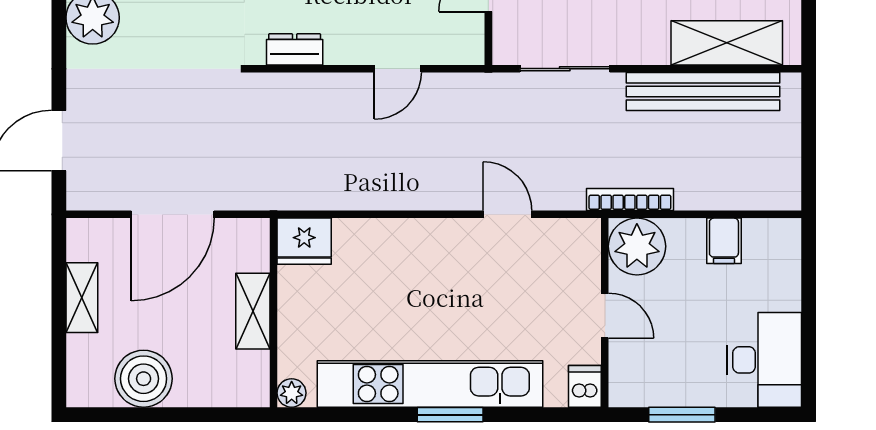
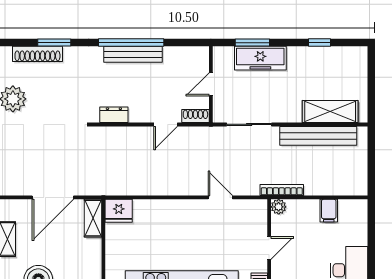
shoe rack: (457, 52) -> (195, 116), added
plant: (637, 246) -> (279, 207), width x0.53, depth x0.53
shelving: (253, 311) -> (93, 218), moved
door: (605, 316) -> (269, 248), hinge flipped

